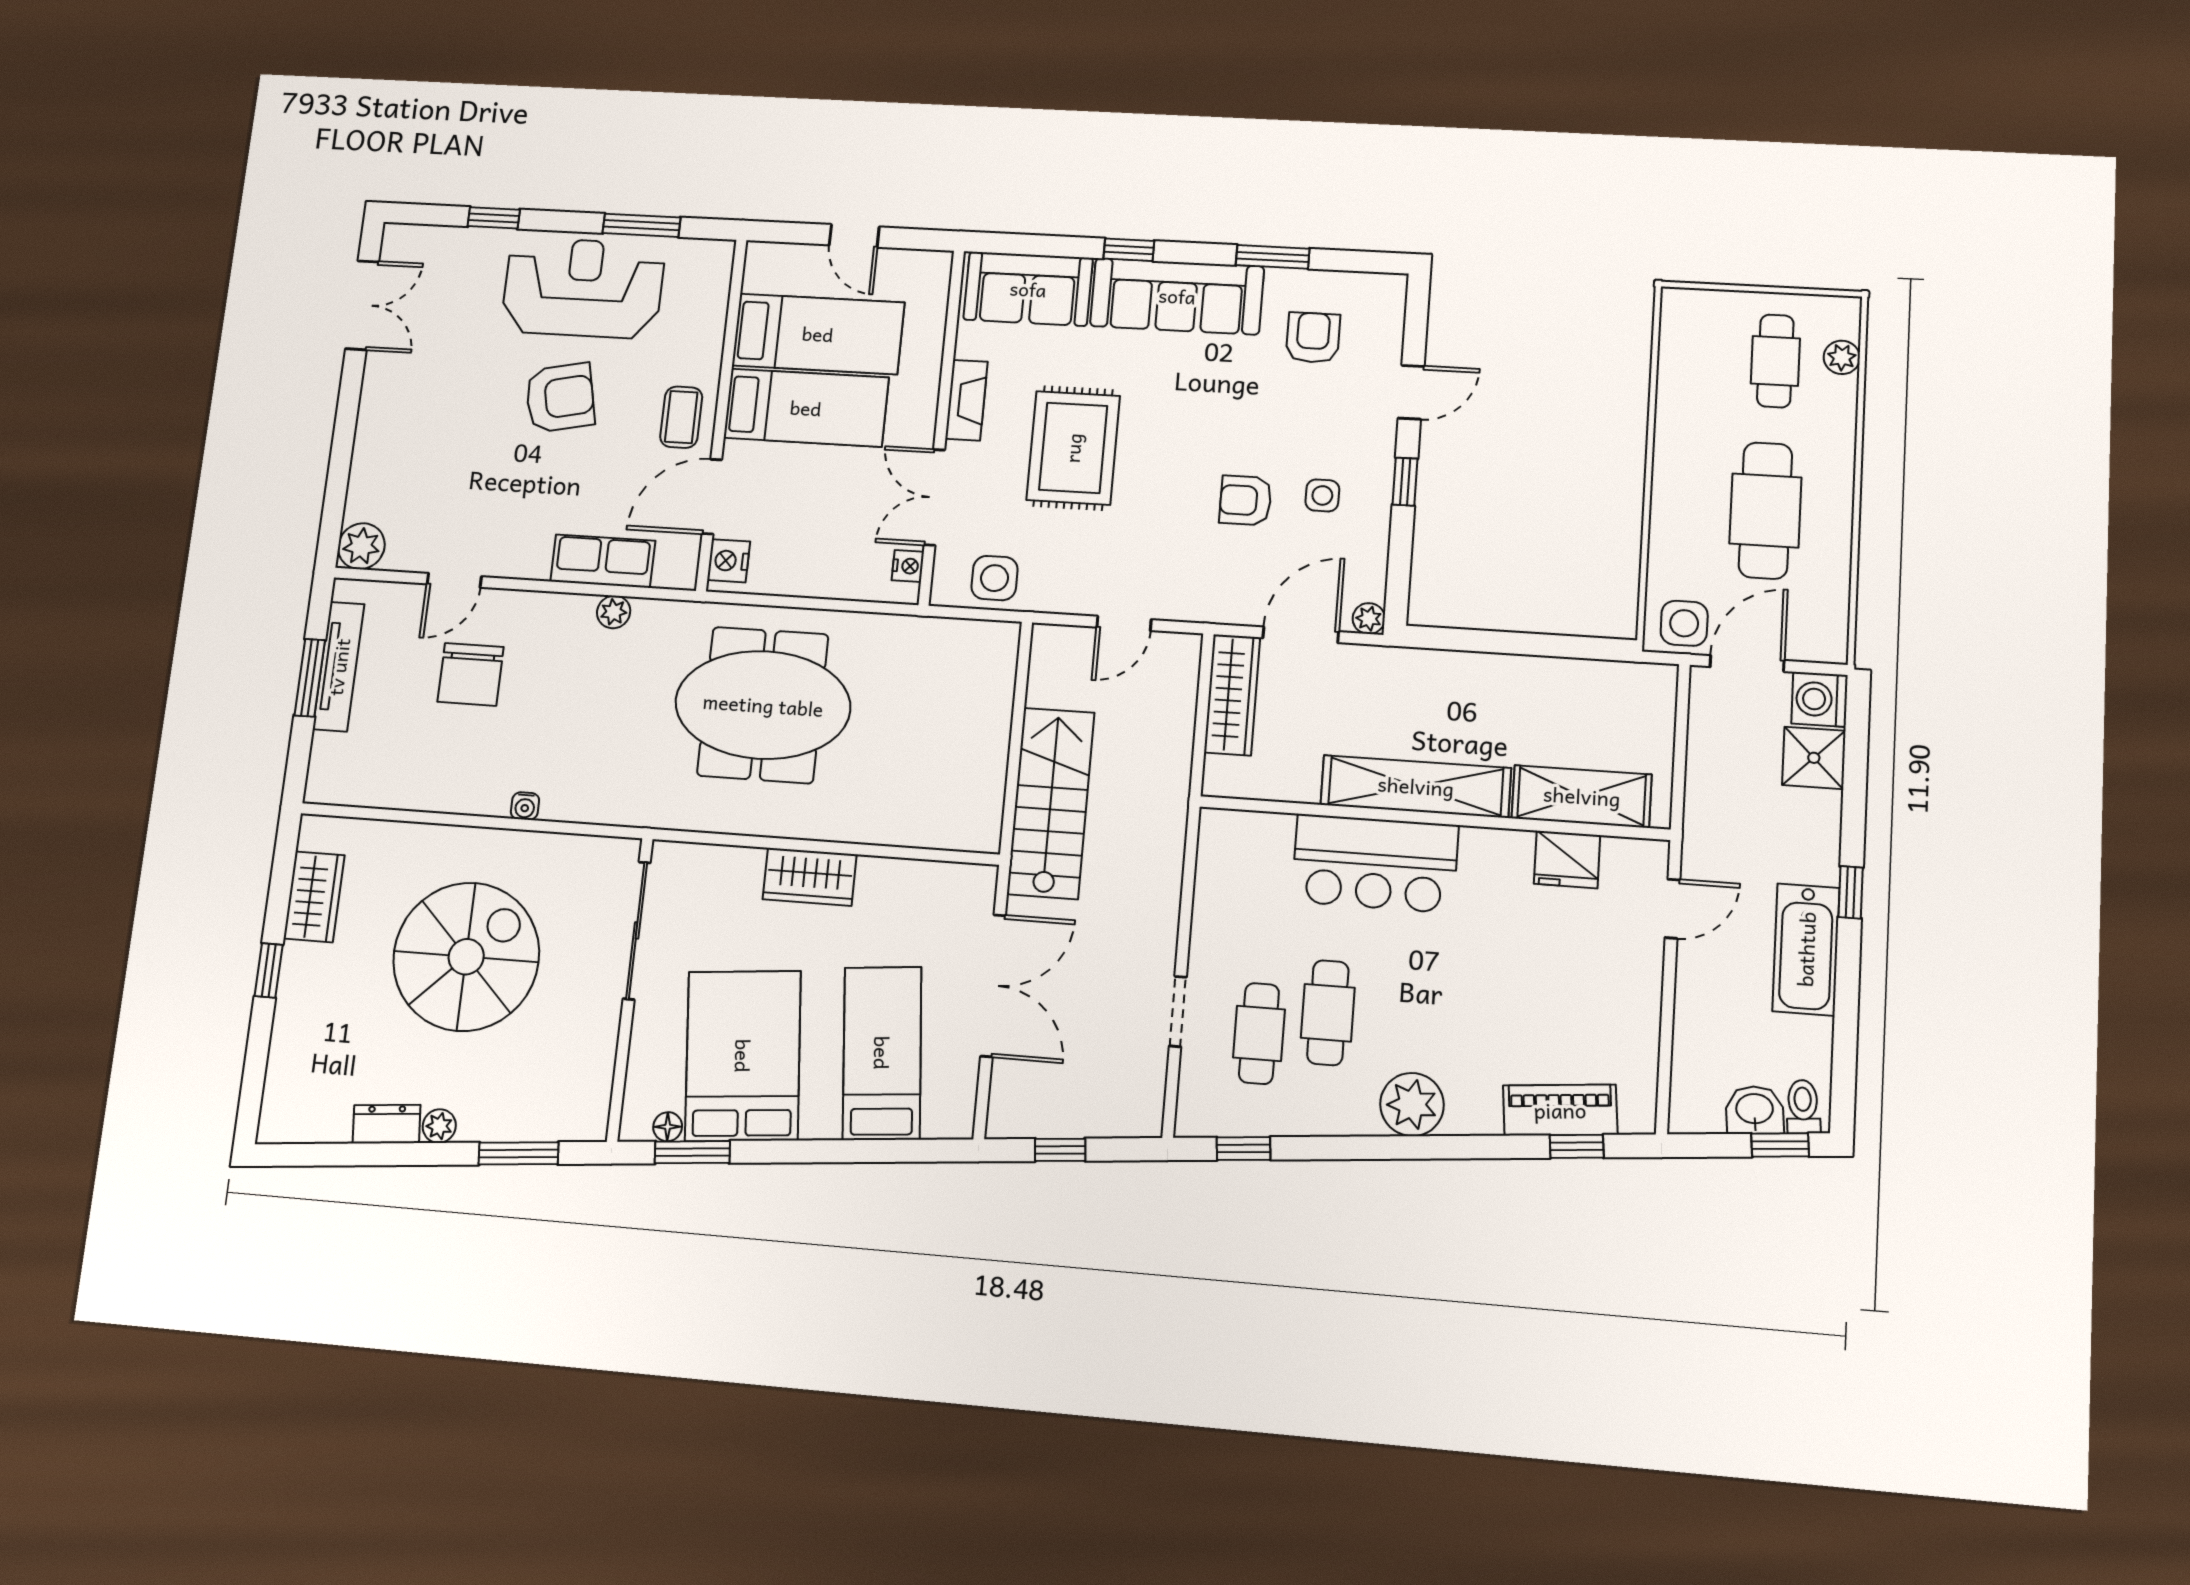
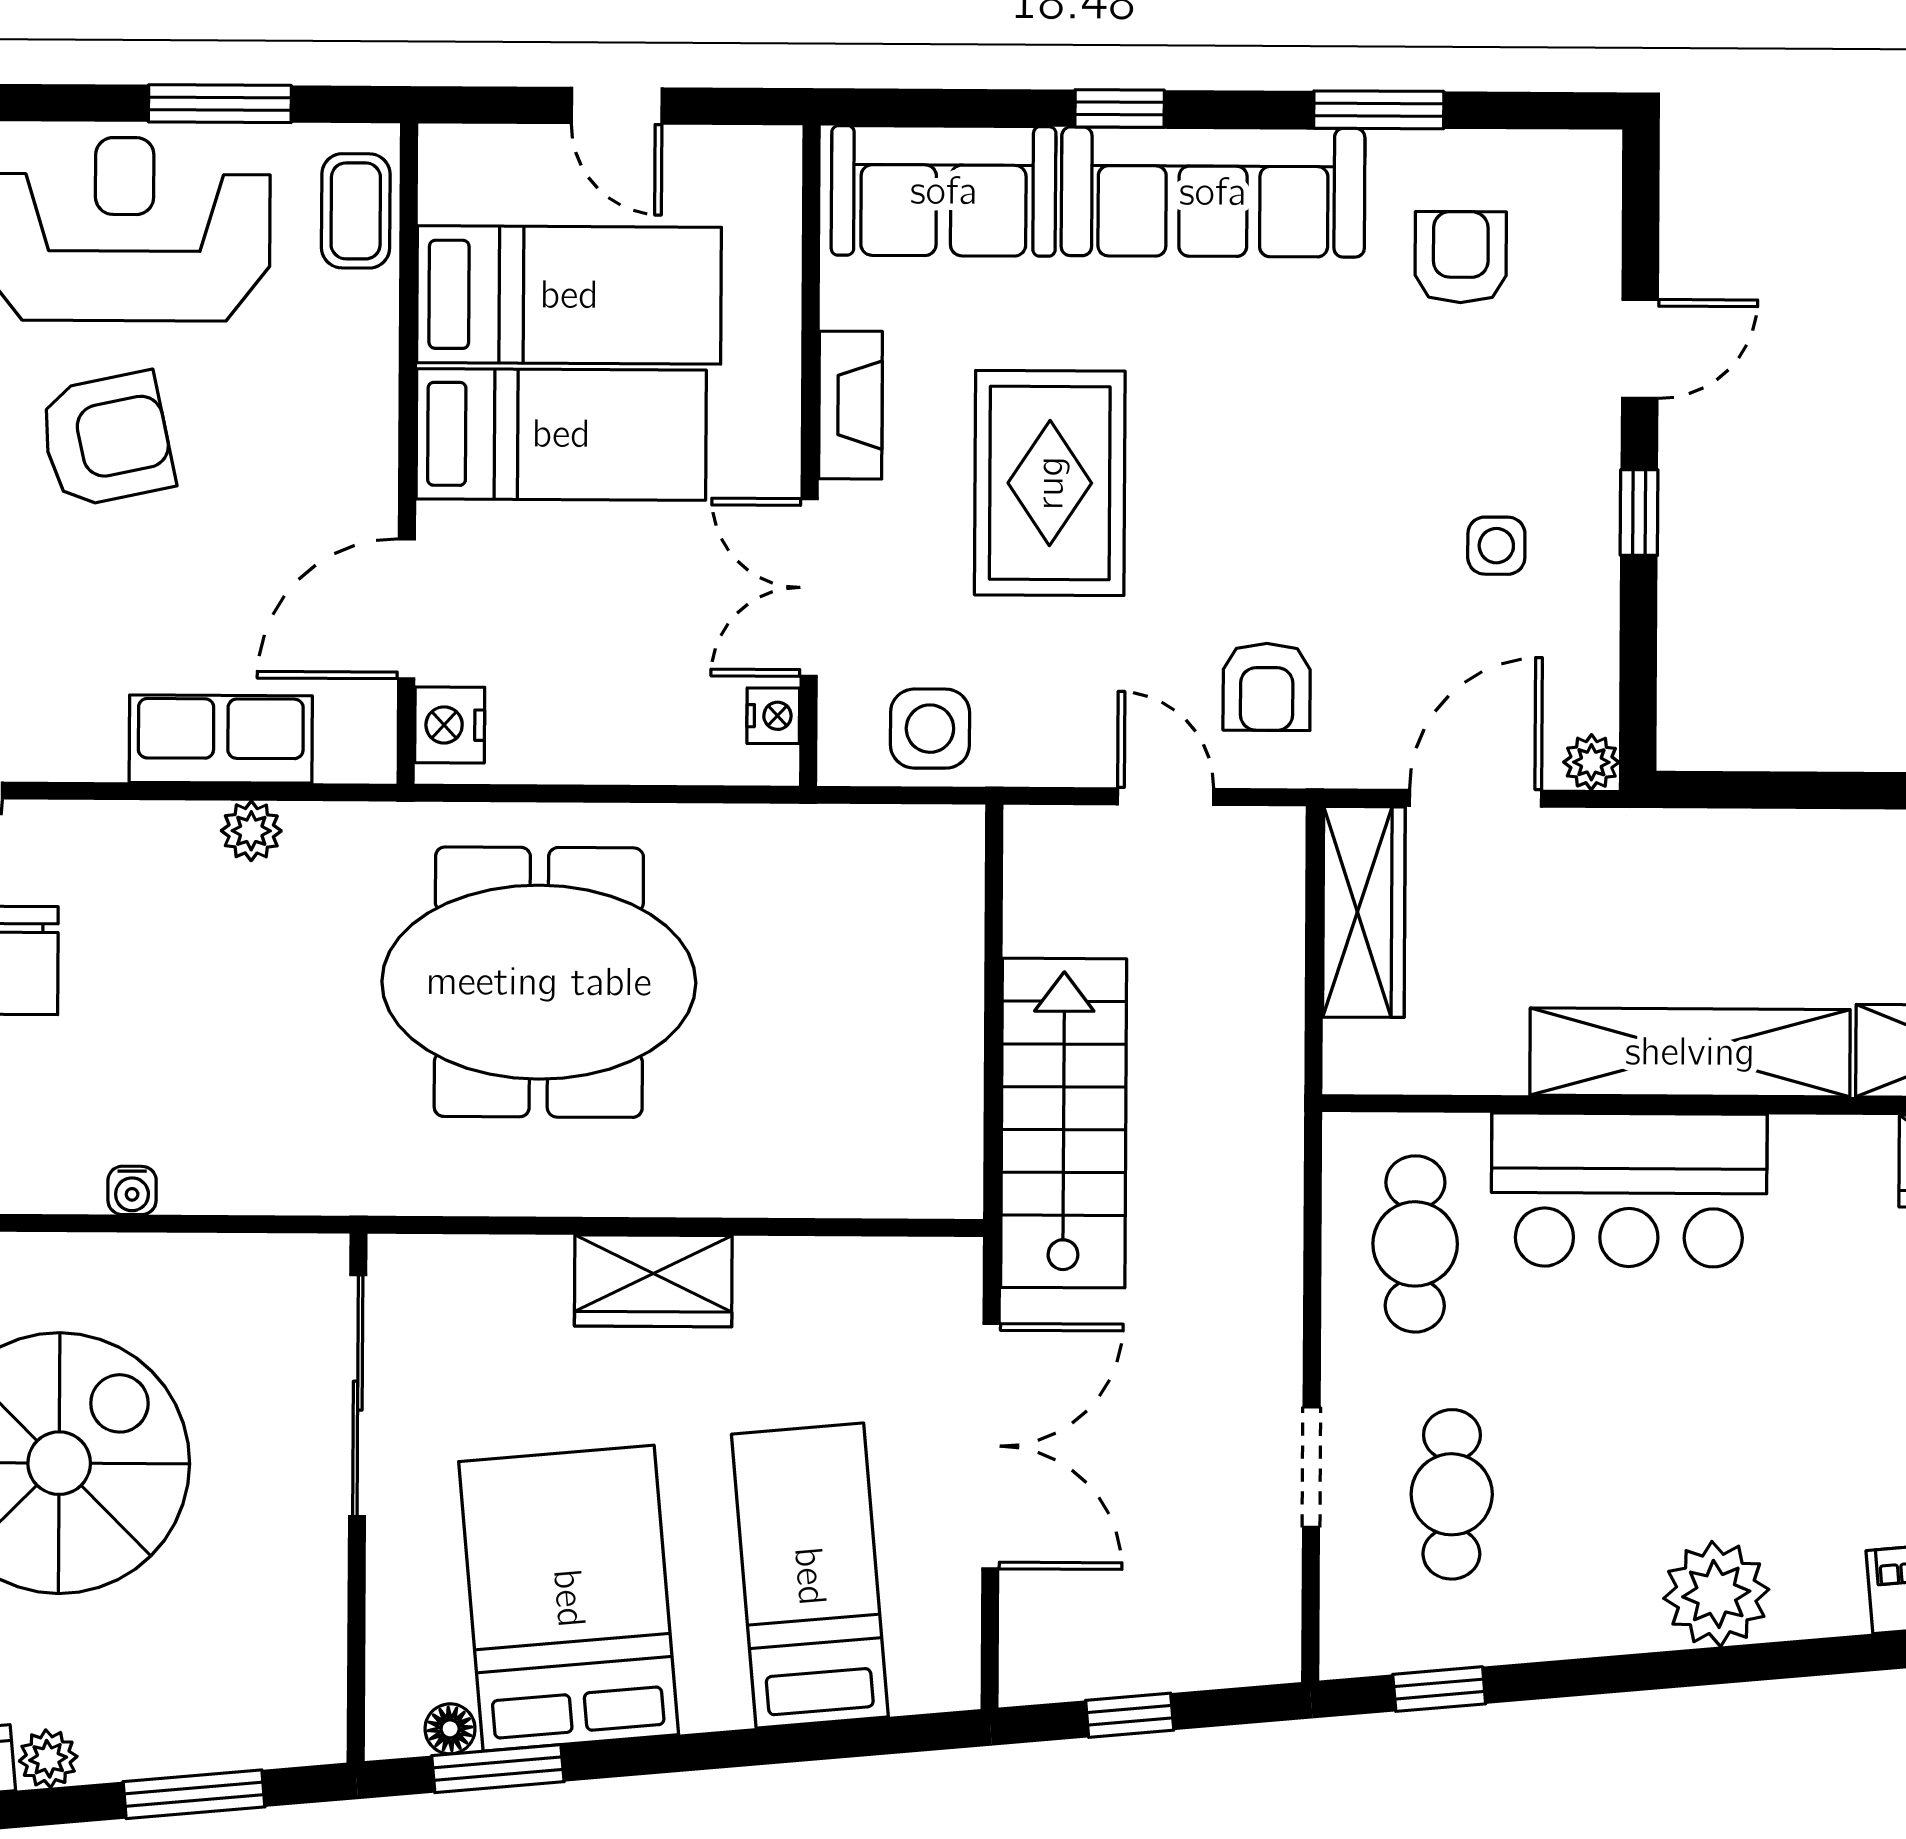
coffee table: (681, 417) -> (356, 211), moved
armchair: (1246, 500) -> (1267, 687), moved, turned -90
door: (1124, 623) -> (1166, 797), swing flipped
cafe table: (1328, 1013) -> (1415, 1244), moved

